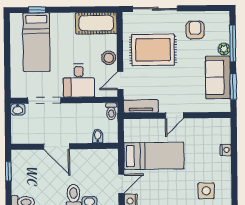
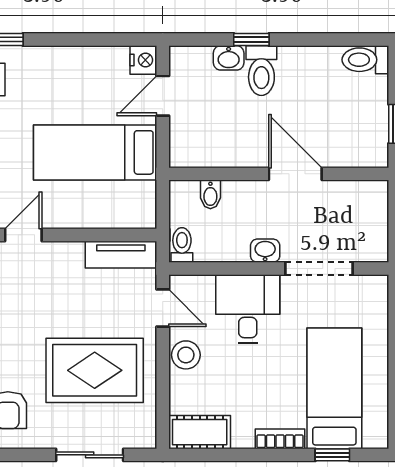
sliding door: (155, 9) -> (90, 455), width x0.73
bookcase: (63, 17) -> (280, 439), added
cot: (96, 23) -> (200, 432), width x0.73, depth x0.75
door: (120, 80) -> (163, 308), hinge flipped
washbasin: (18, 109) -> (265, 251), moved
door: (174, 115) -> (23, 235), moved

